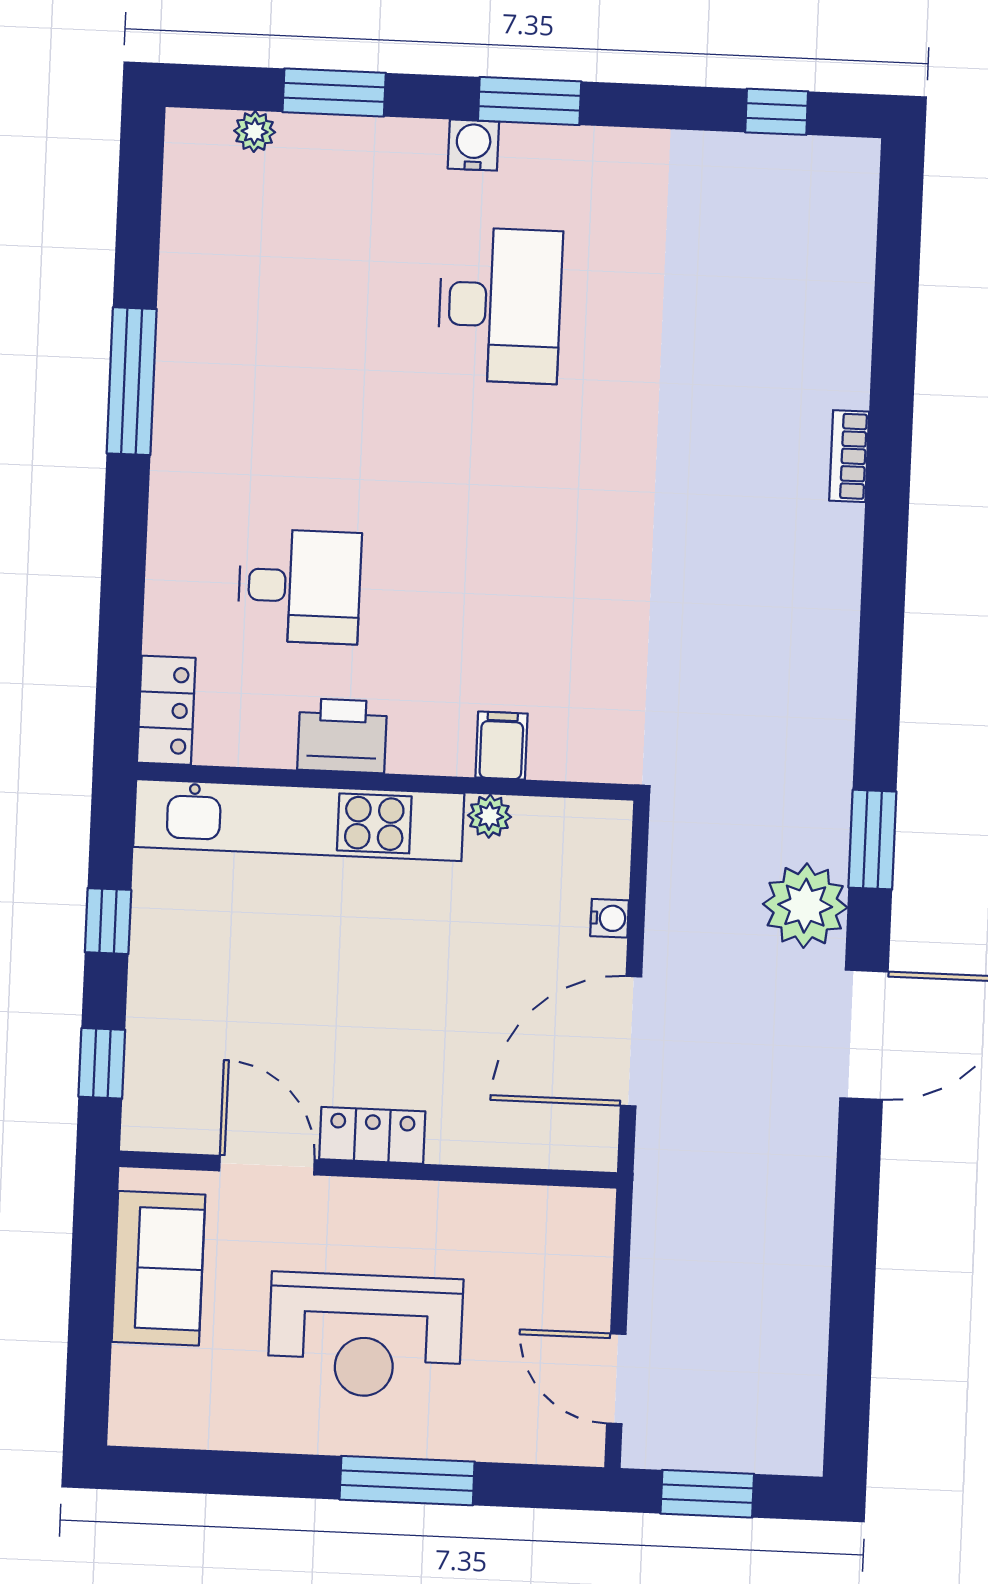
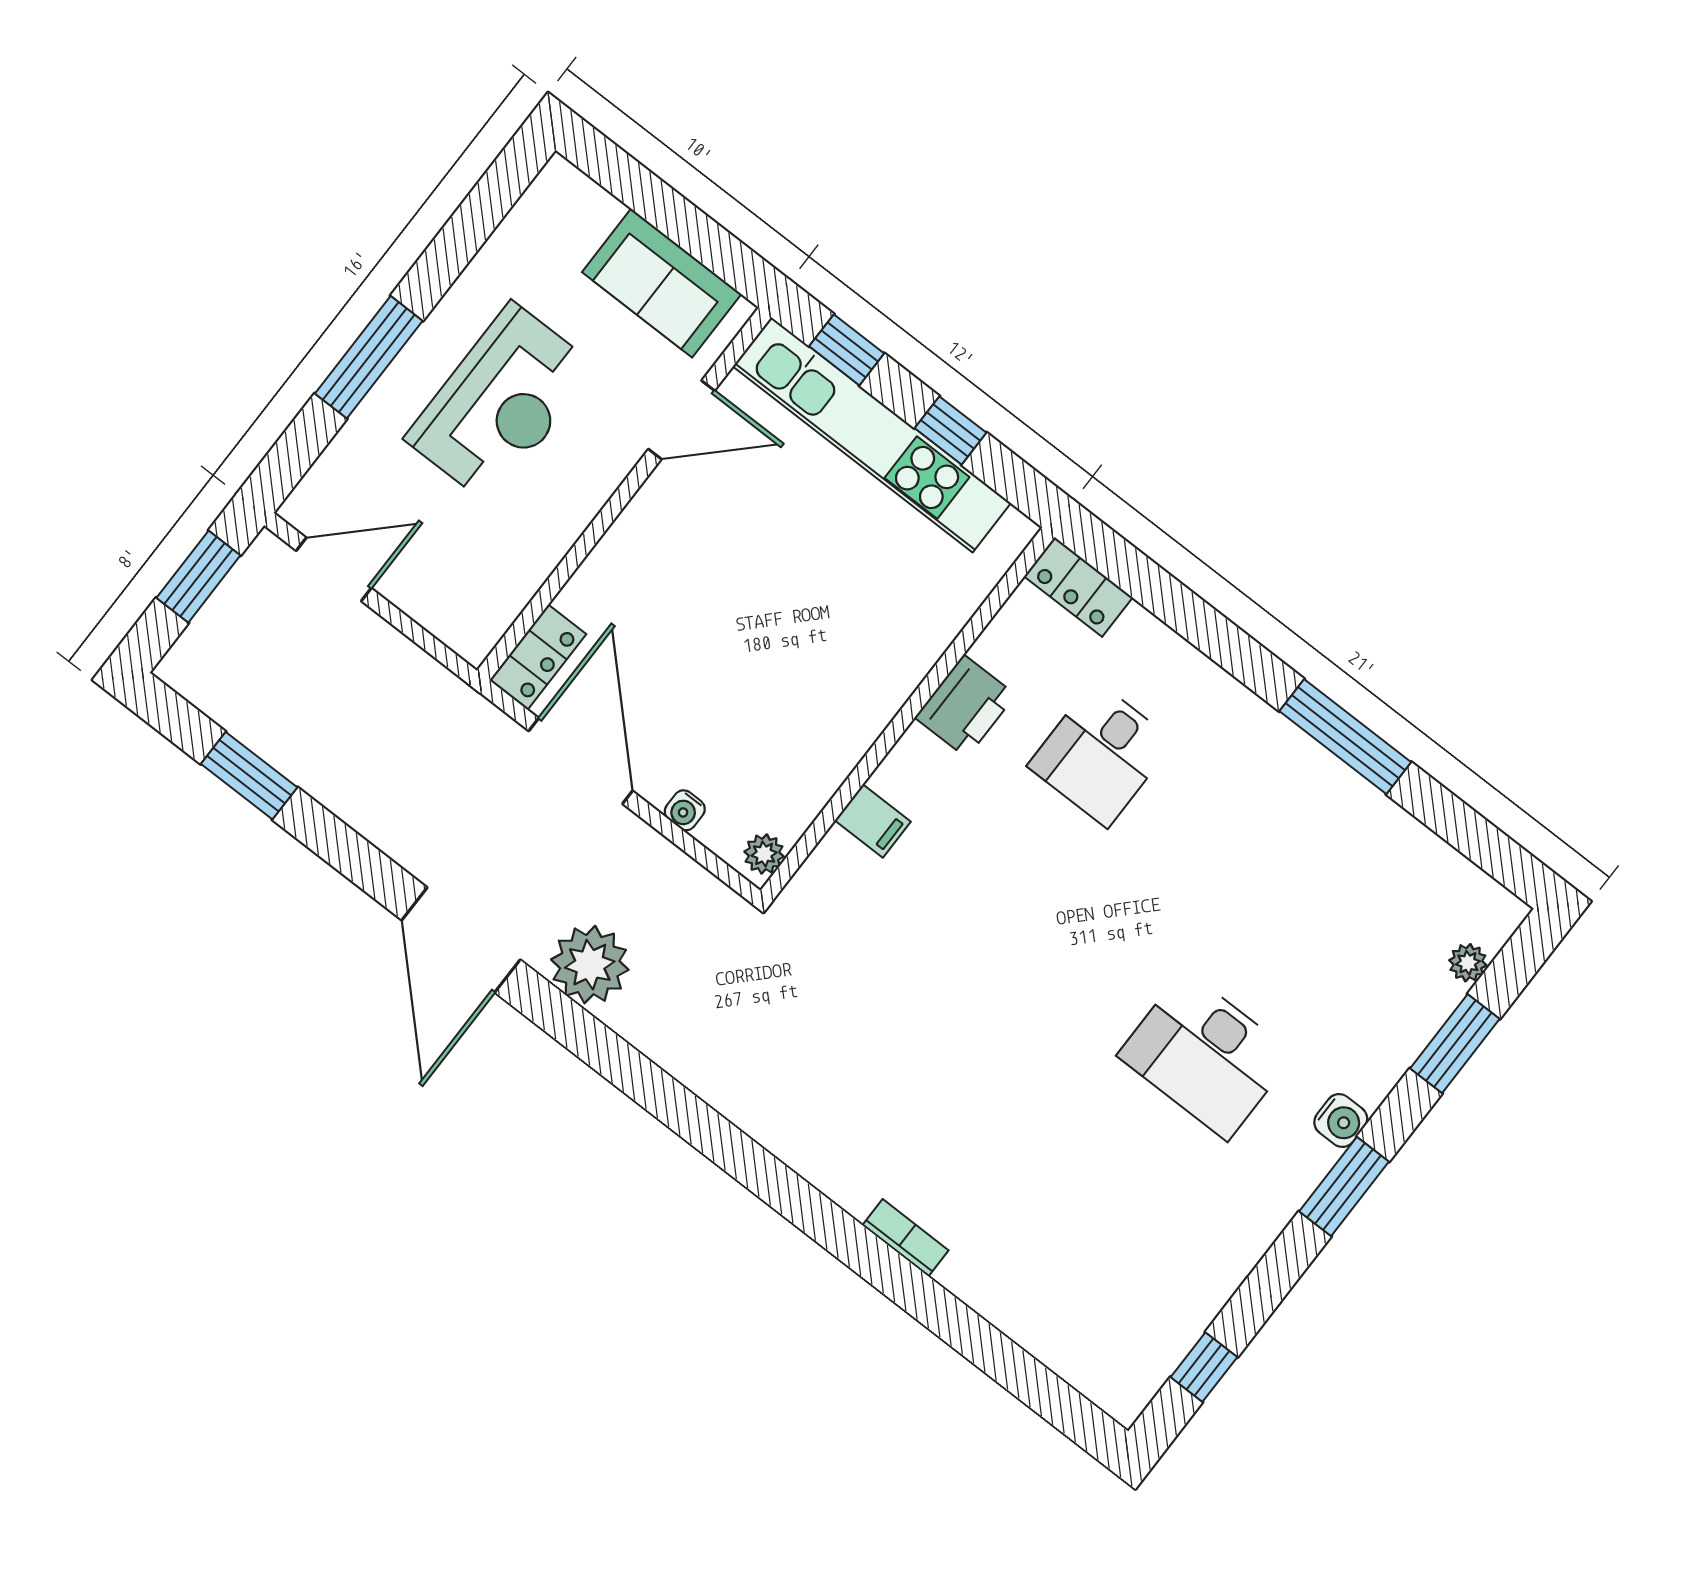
plant: (489, 816) -> (764, 854), moved
kitchen unit: (299, 820) -> (872, 435), moved, turned -90
window: (872, 840) -> (249, 776), moved
locker: (372, 1135) -> (538, 657), moved
reception desk: (365, 1335) -> (501, 403), turned 180

